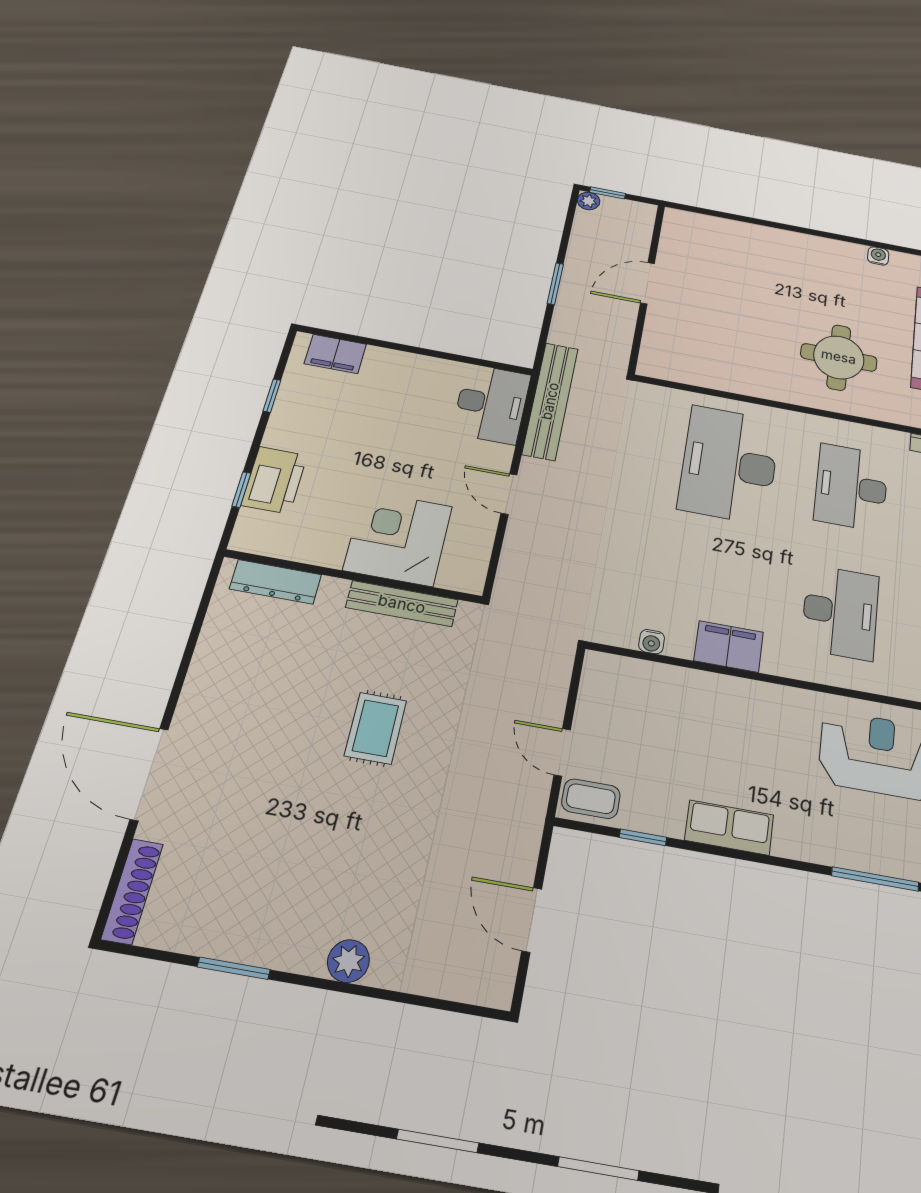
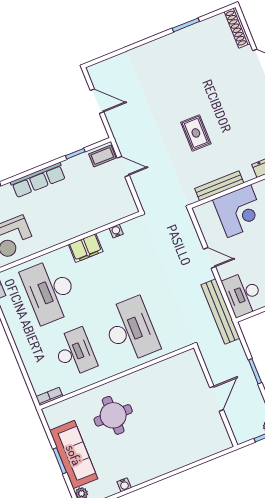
desk: (840, 612) -> (50, 291), width x1.36, depth x1.30
row of seats: (729, 828) -> (38, 180), width x1.48
plant: (348, 961) -> (150, 50), removed

